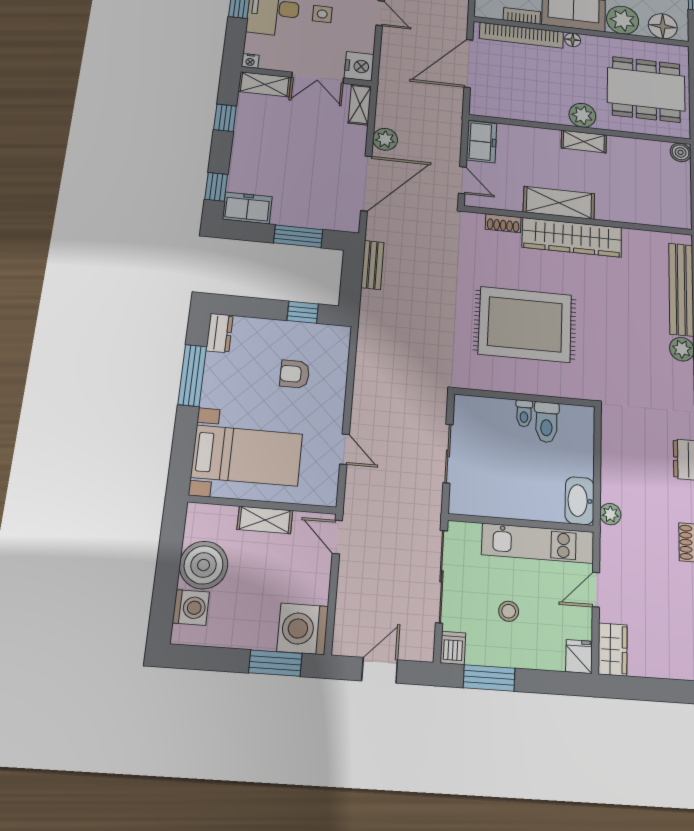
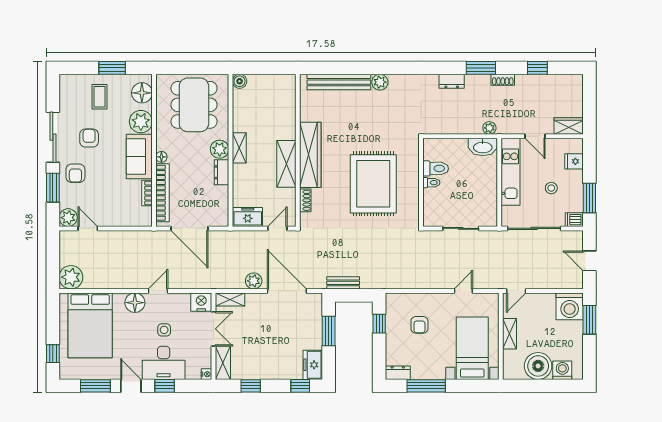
dresser: (549, 114) -> (222, 172), added
fridge: (579, 656) -> (574, 161), moved

